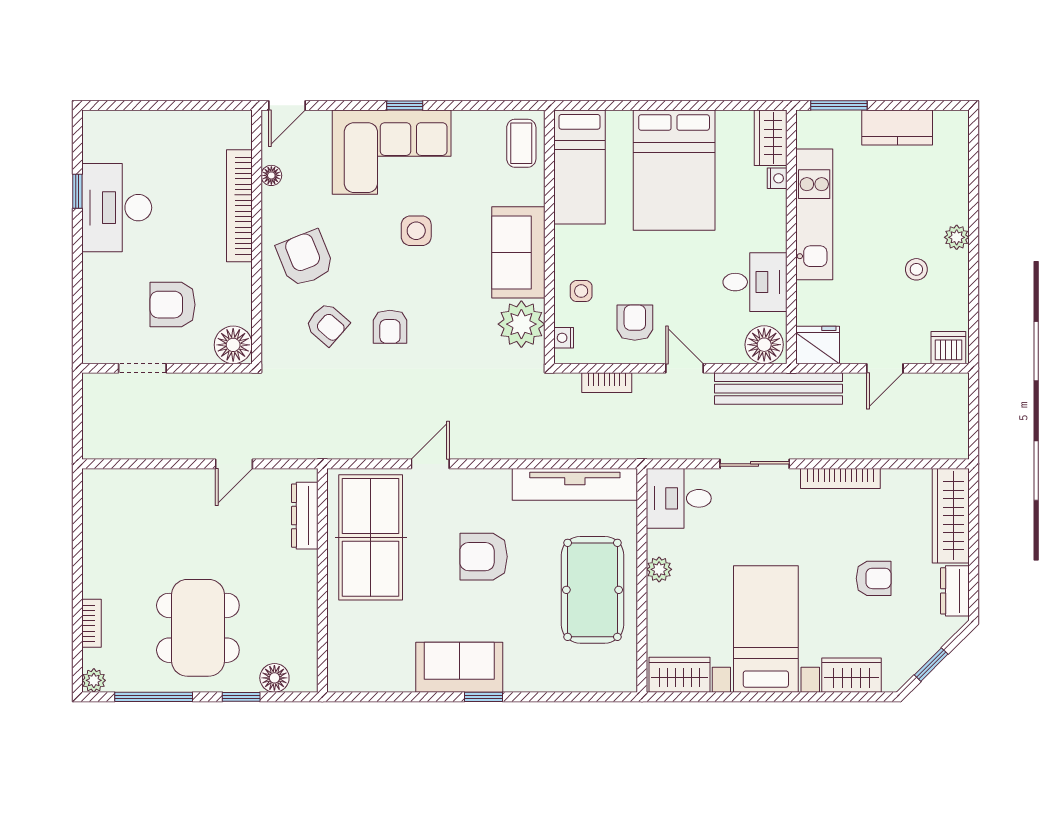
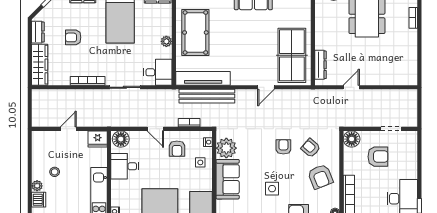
dishwasher: (948, 348) -> (39, 200), moved, turned -90
bench: (779, 389) -> (207, 96), moved
armchair: (484, 557) -> (243, 47), removed

